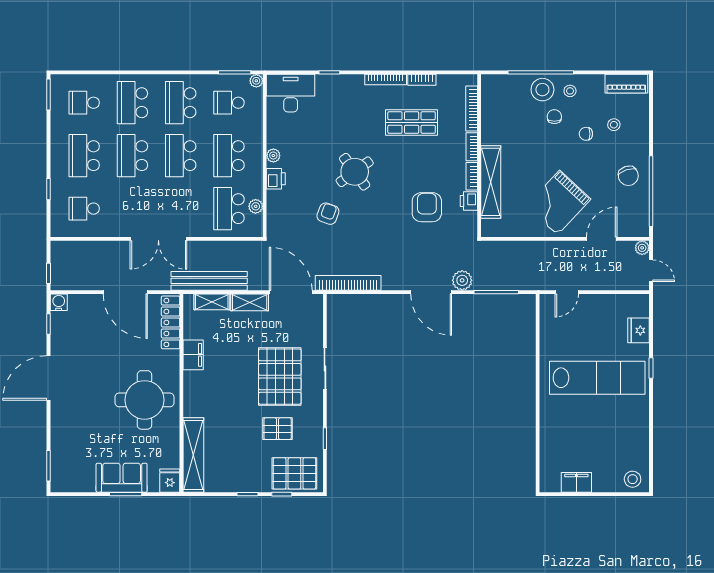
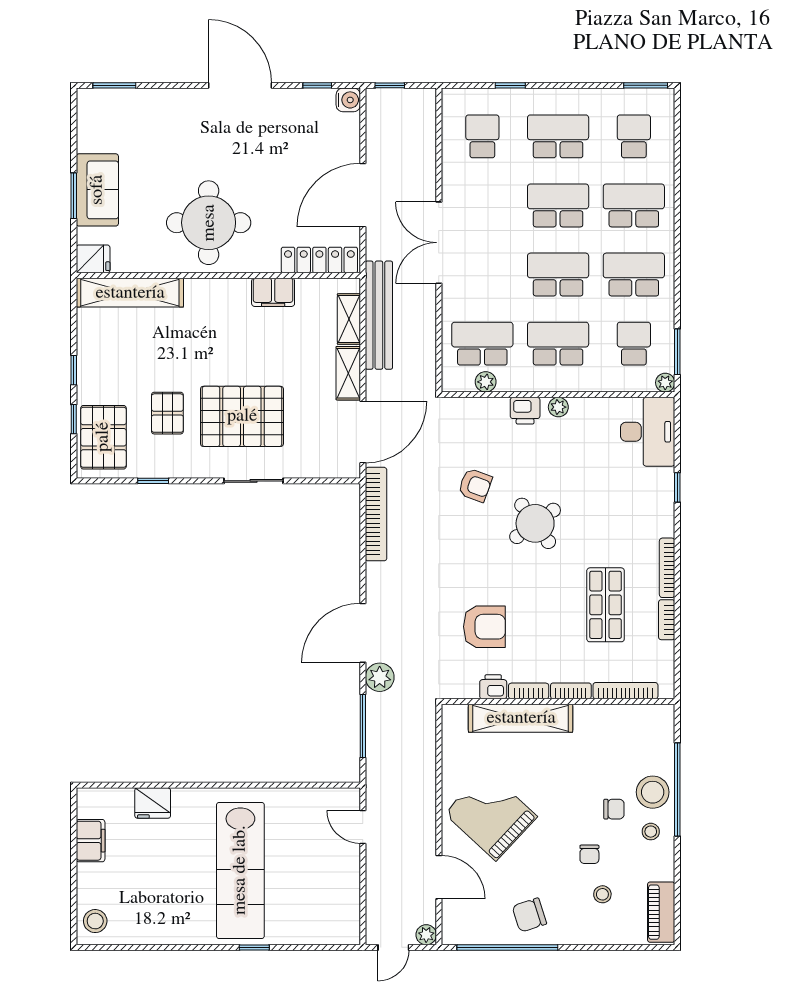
chair: (586, 134) -> (589, 854), turned 180
fridge: (639, 330) -> (153, 803), moved, turned 180

